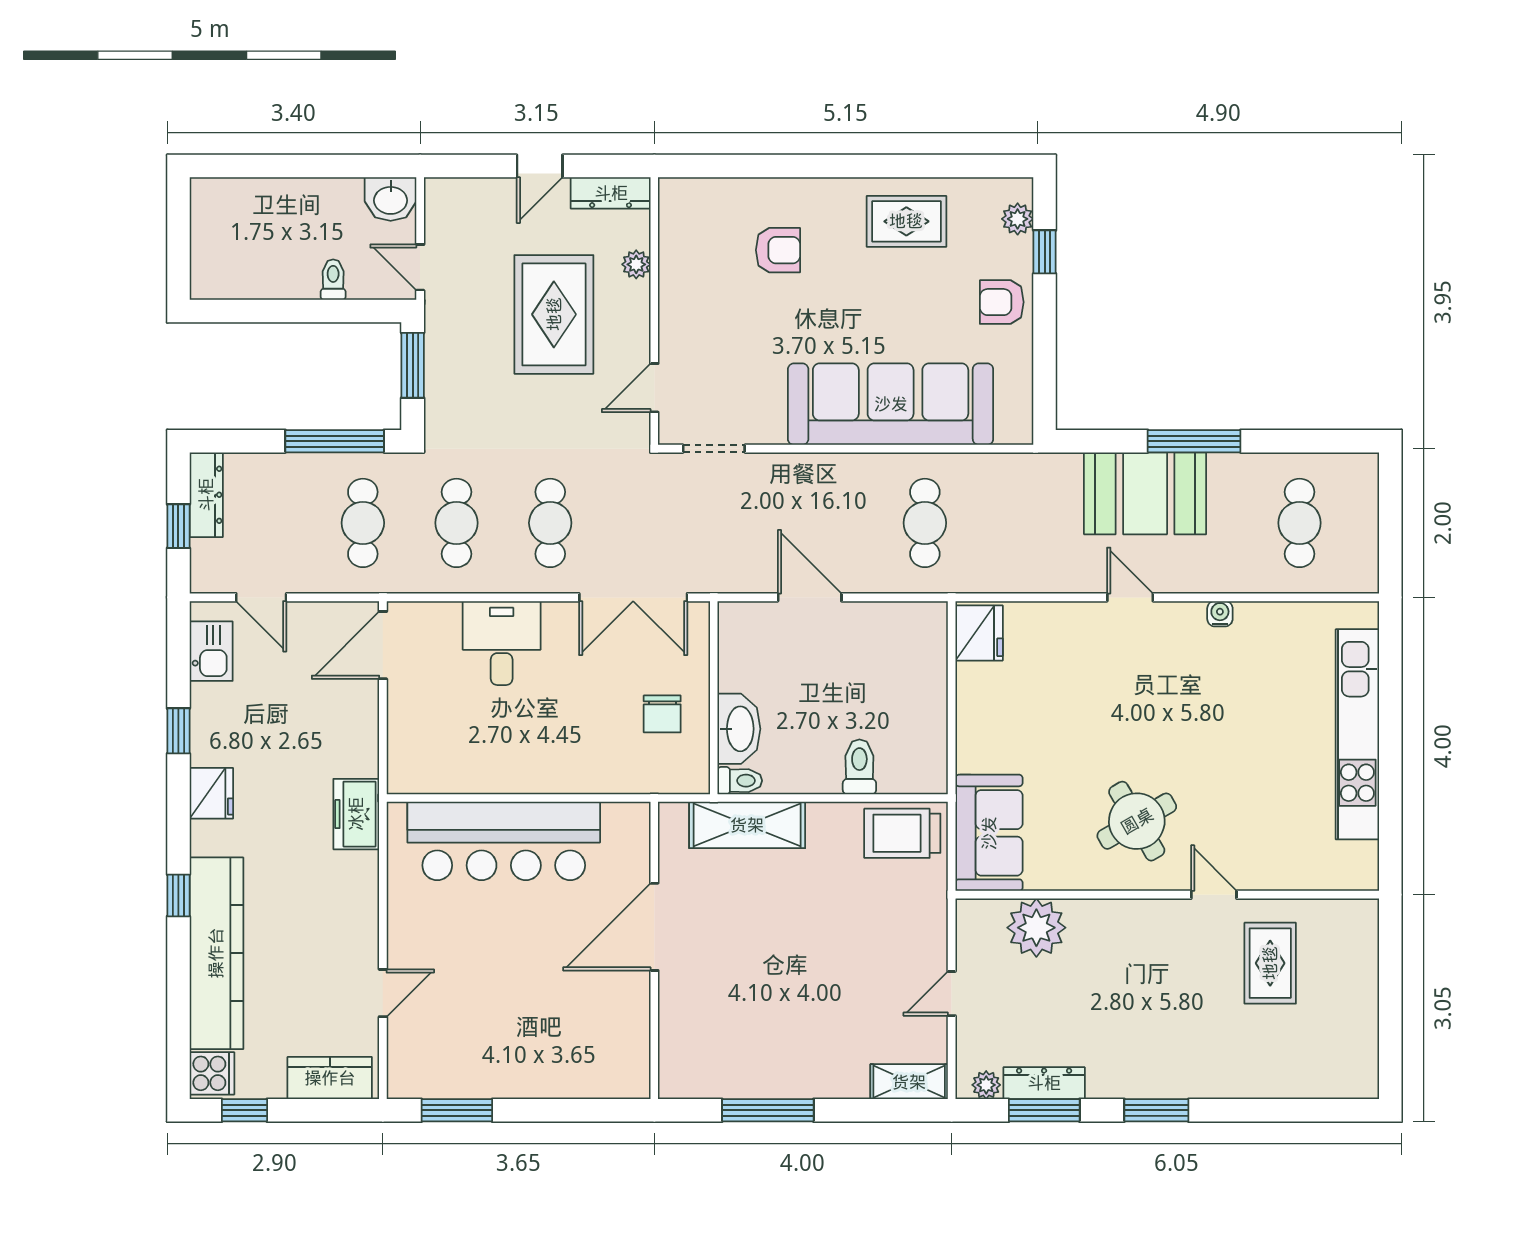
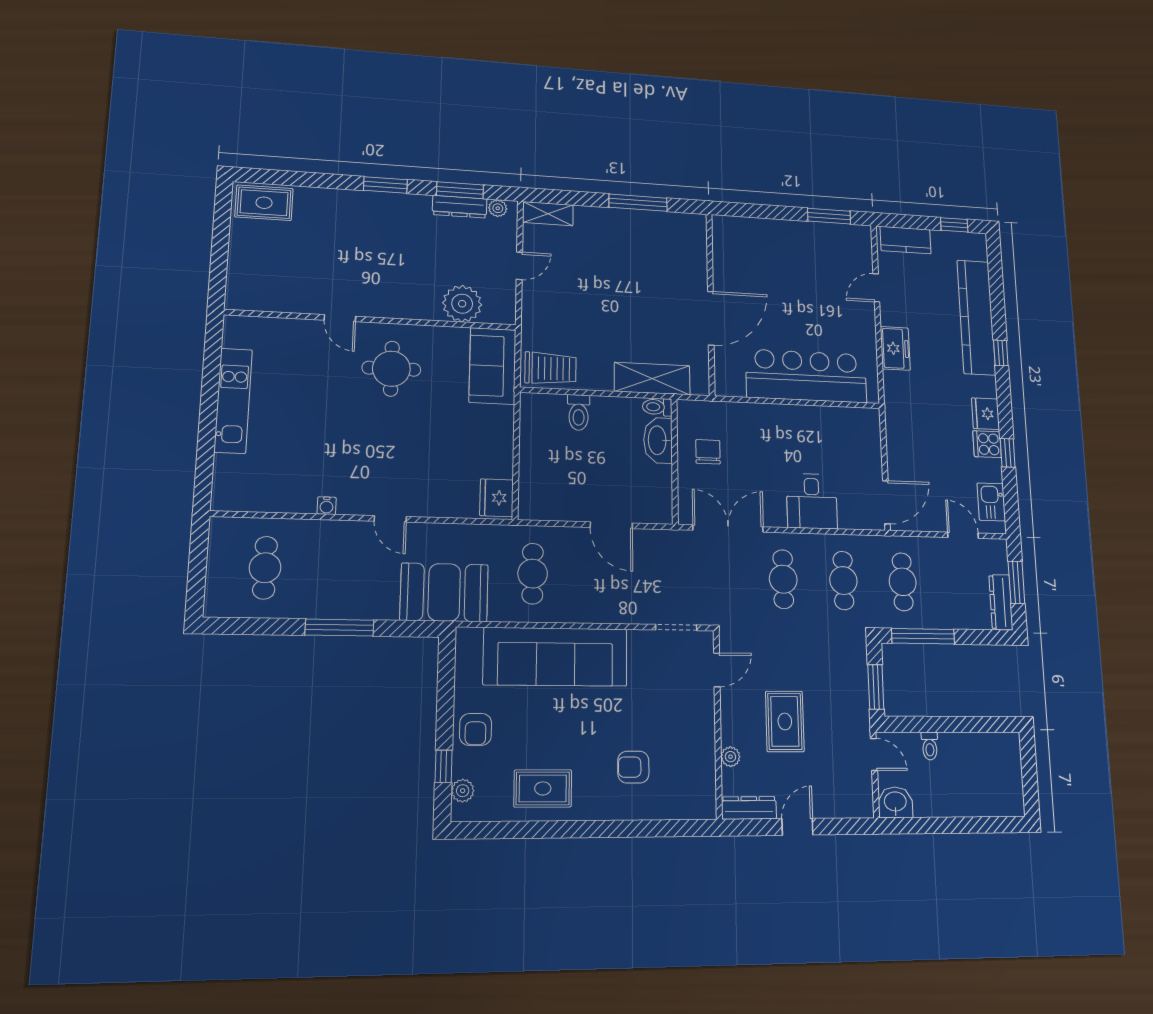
armchair: (1002, 302) -> (476, 729), turned 90
rug: (554, 314) -> (785, 721), width x0.73, depth x0.70
booth: (1145, 493) -> (444, 592), moved
window: (178, 526) -> (1016, 582), width x1.50
kitchen unit: (1357, 734) -> (233, 401), width x0.73
freezer: (356, 814) -> (895, 348), moved
round table: (1137, 821) -> (391, 369), turned 30
rug: (1270, 963) -> (264, 203), moved, turned 90
cooker: (212, 1073) -> (987, 444), moved

